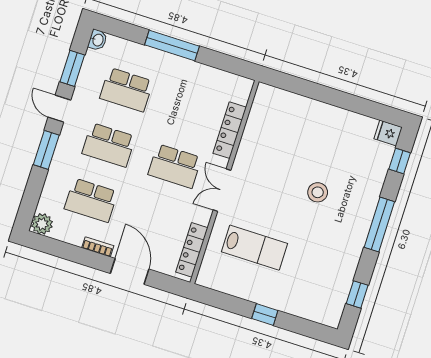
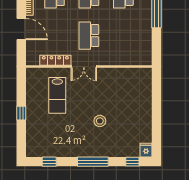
locker: (230, 130) -> (119, 60), removed
double door: (222, 190) -> (84, 67), swing flipped
locker: (192, 250) -> (55, 60), moved
door: (130, 271) -> (21, 29), hinge flipped

